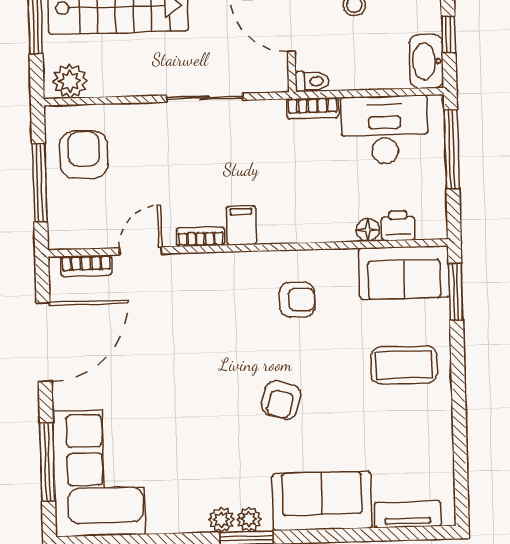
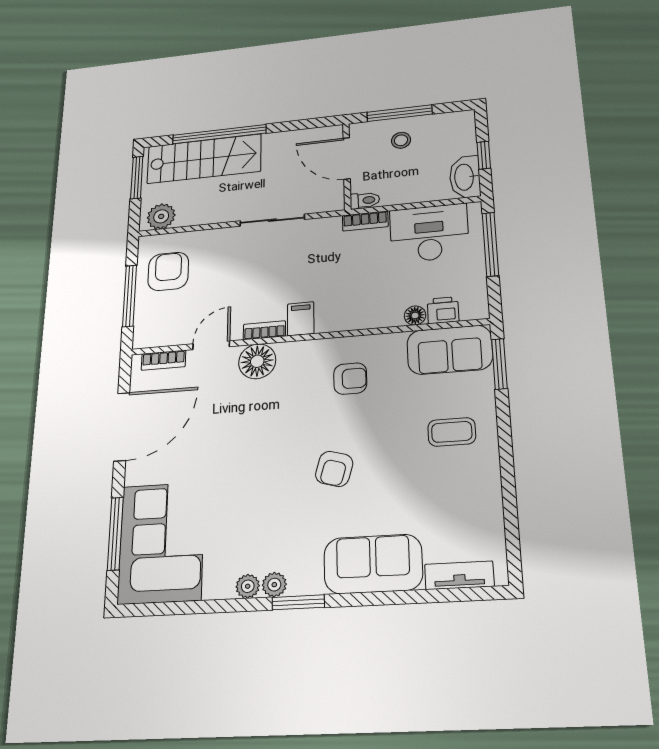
floor lamp: (194, 273) -> (257, 361), added
coffee table: (404, 365) -> (452, 432), width x0.73, depth x0.77
plant: (249, 519) -> (248, 586), moved

